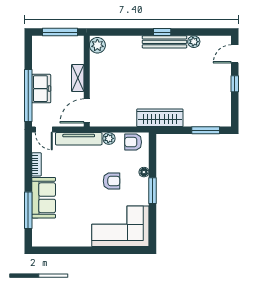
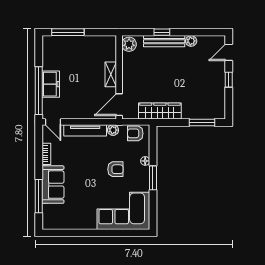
plant: (97, 45) -> (129, 44), moved
shelving: (78, 78) -> (111, 74), moved
wall: (87, 81) -> (119, 77), moved
door: (87, 111) -> (119, 105), moved

